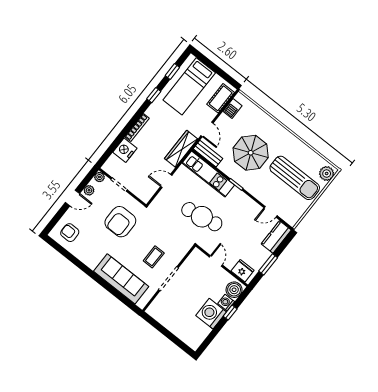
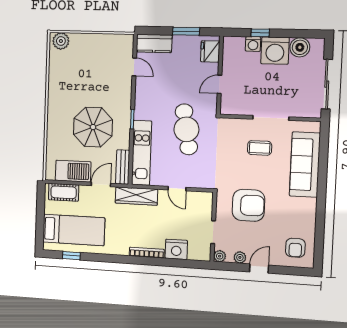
window: (154, 95) -> (105, 258), removed
barbecue: (232, 108) -> (73, 171), width x1.88, depth x1.53
sun lounger: (295, 178) -> (86, 68), removed
door: (72, 198) -> (259, 269), hinge flipped
boiler: (234, 290) -> (300, 47), moved
sliding door: (164, 331) -> (327, 84), added

